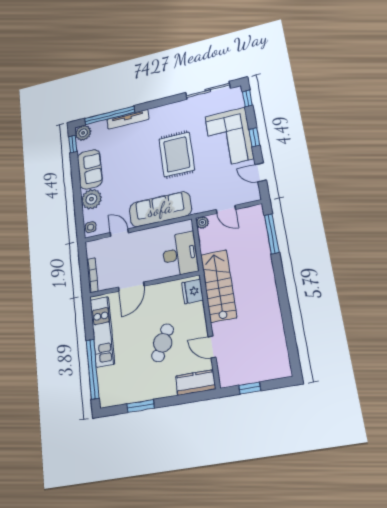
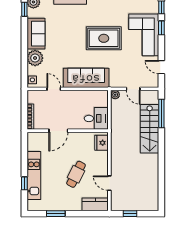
window: (254, 137) -> (161, 28), moved
rug: (177, 154) -> (104, 38), turned 90
desk: (180, 254) -> (96, 118), width x0.73
stairs: (219, 286) -> (150, 129), moved, turned 180
kitchen unit: (102, 332) -> (34, 175), moved
window: (93, 369) -> (24, 183), width x0.32

